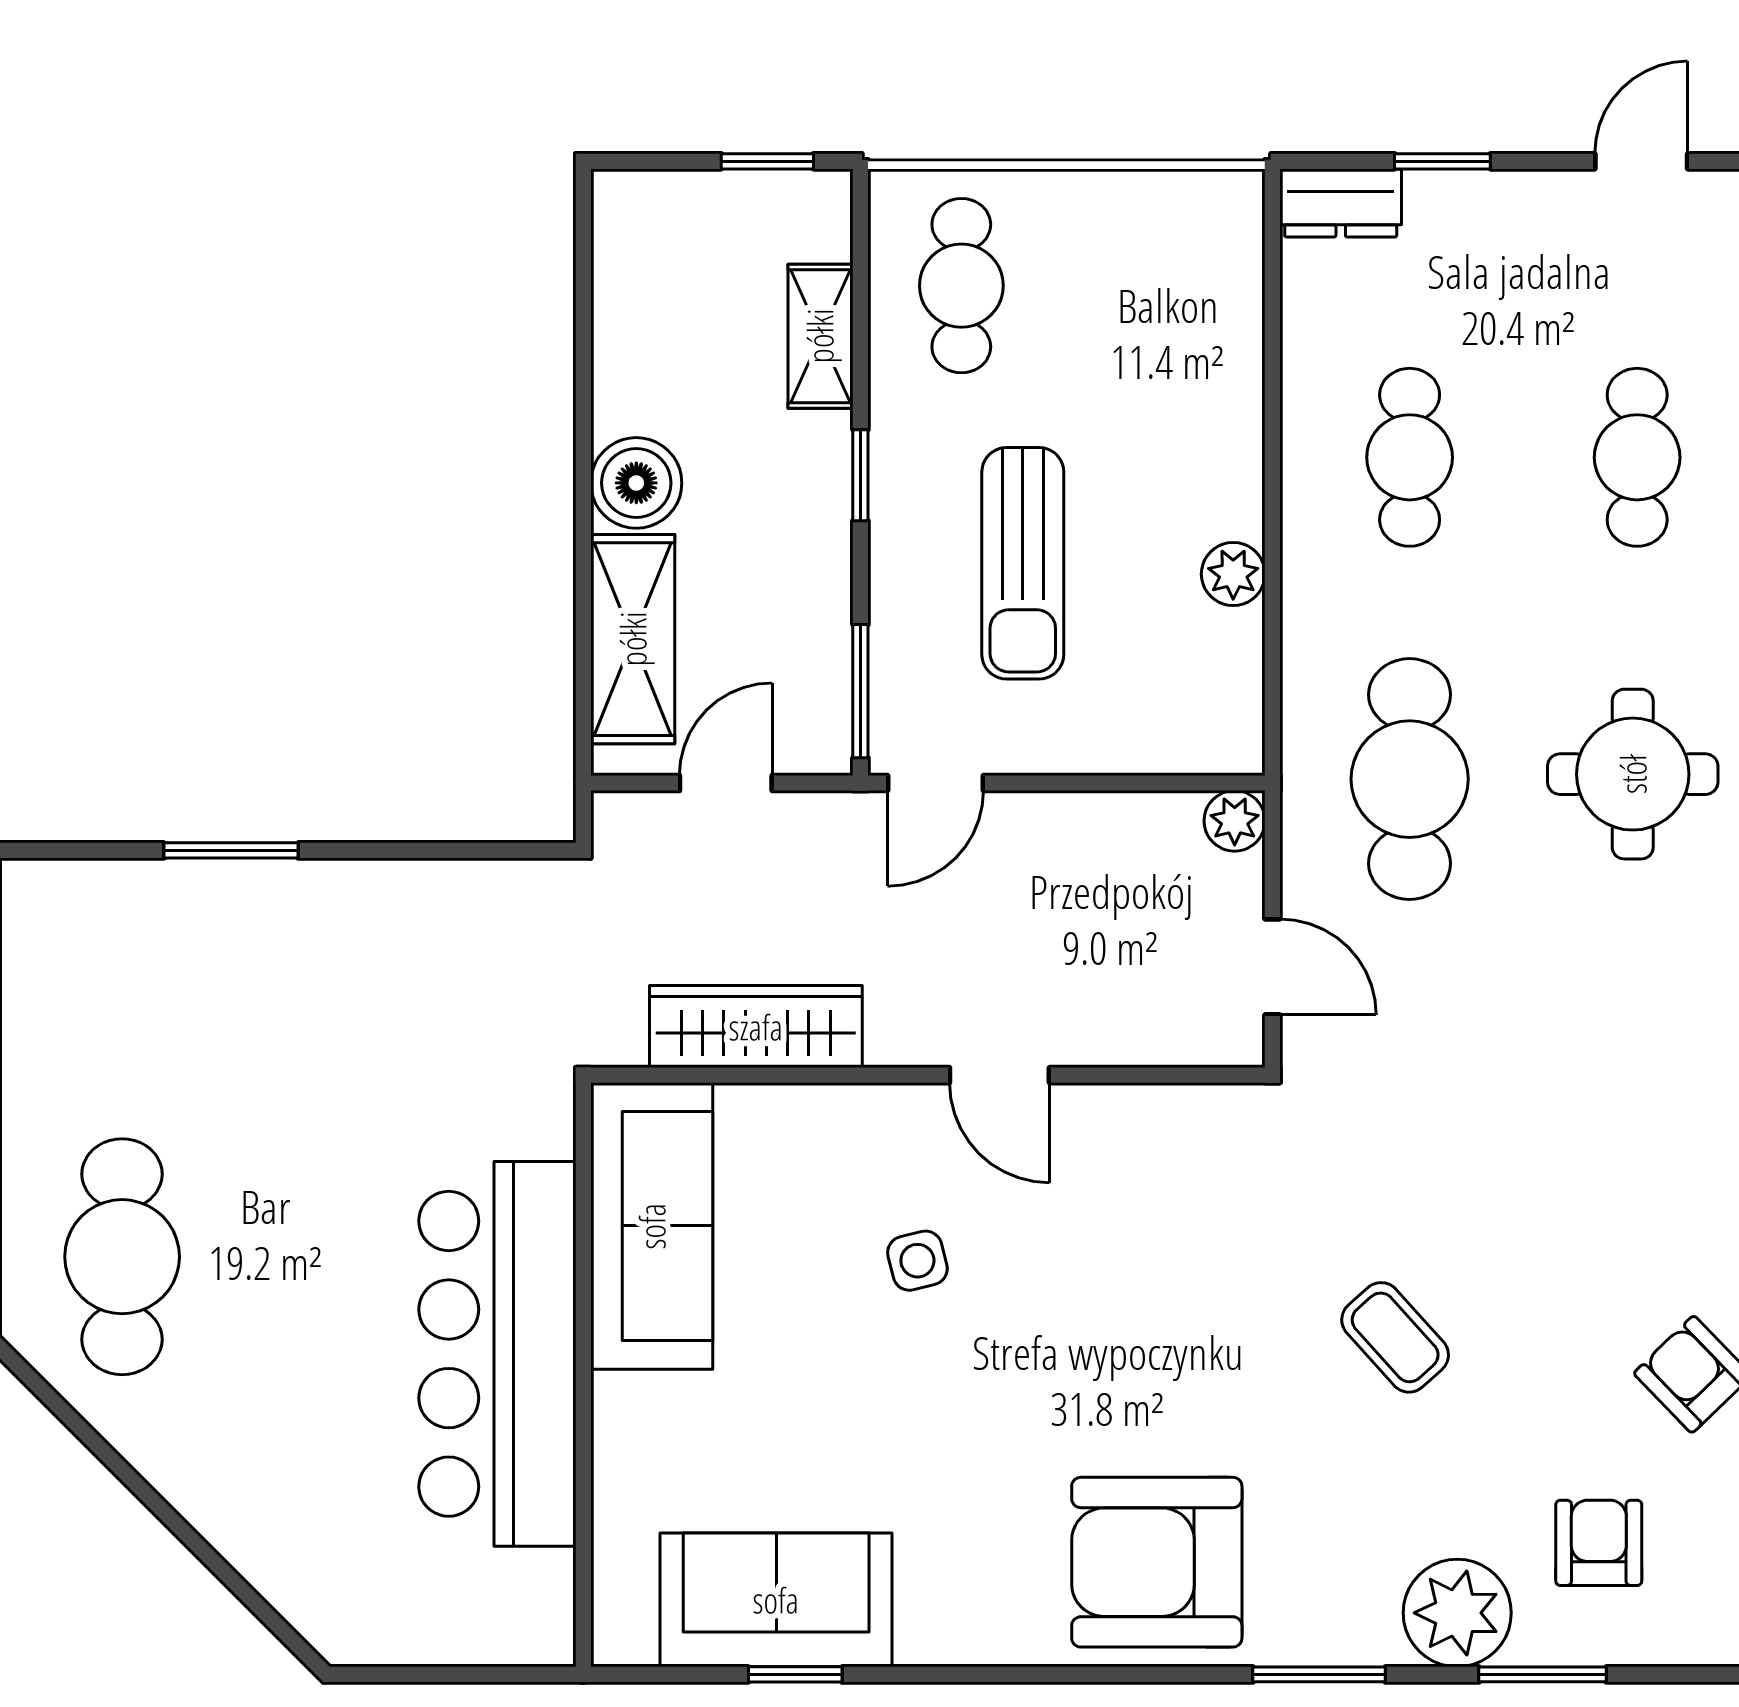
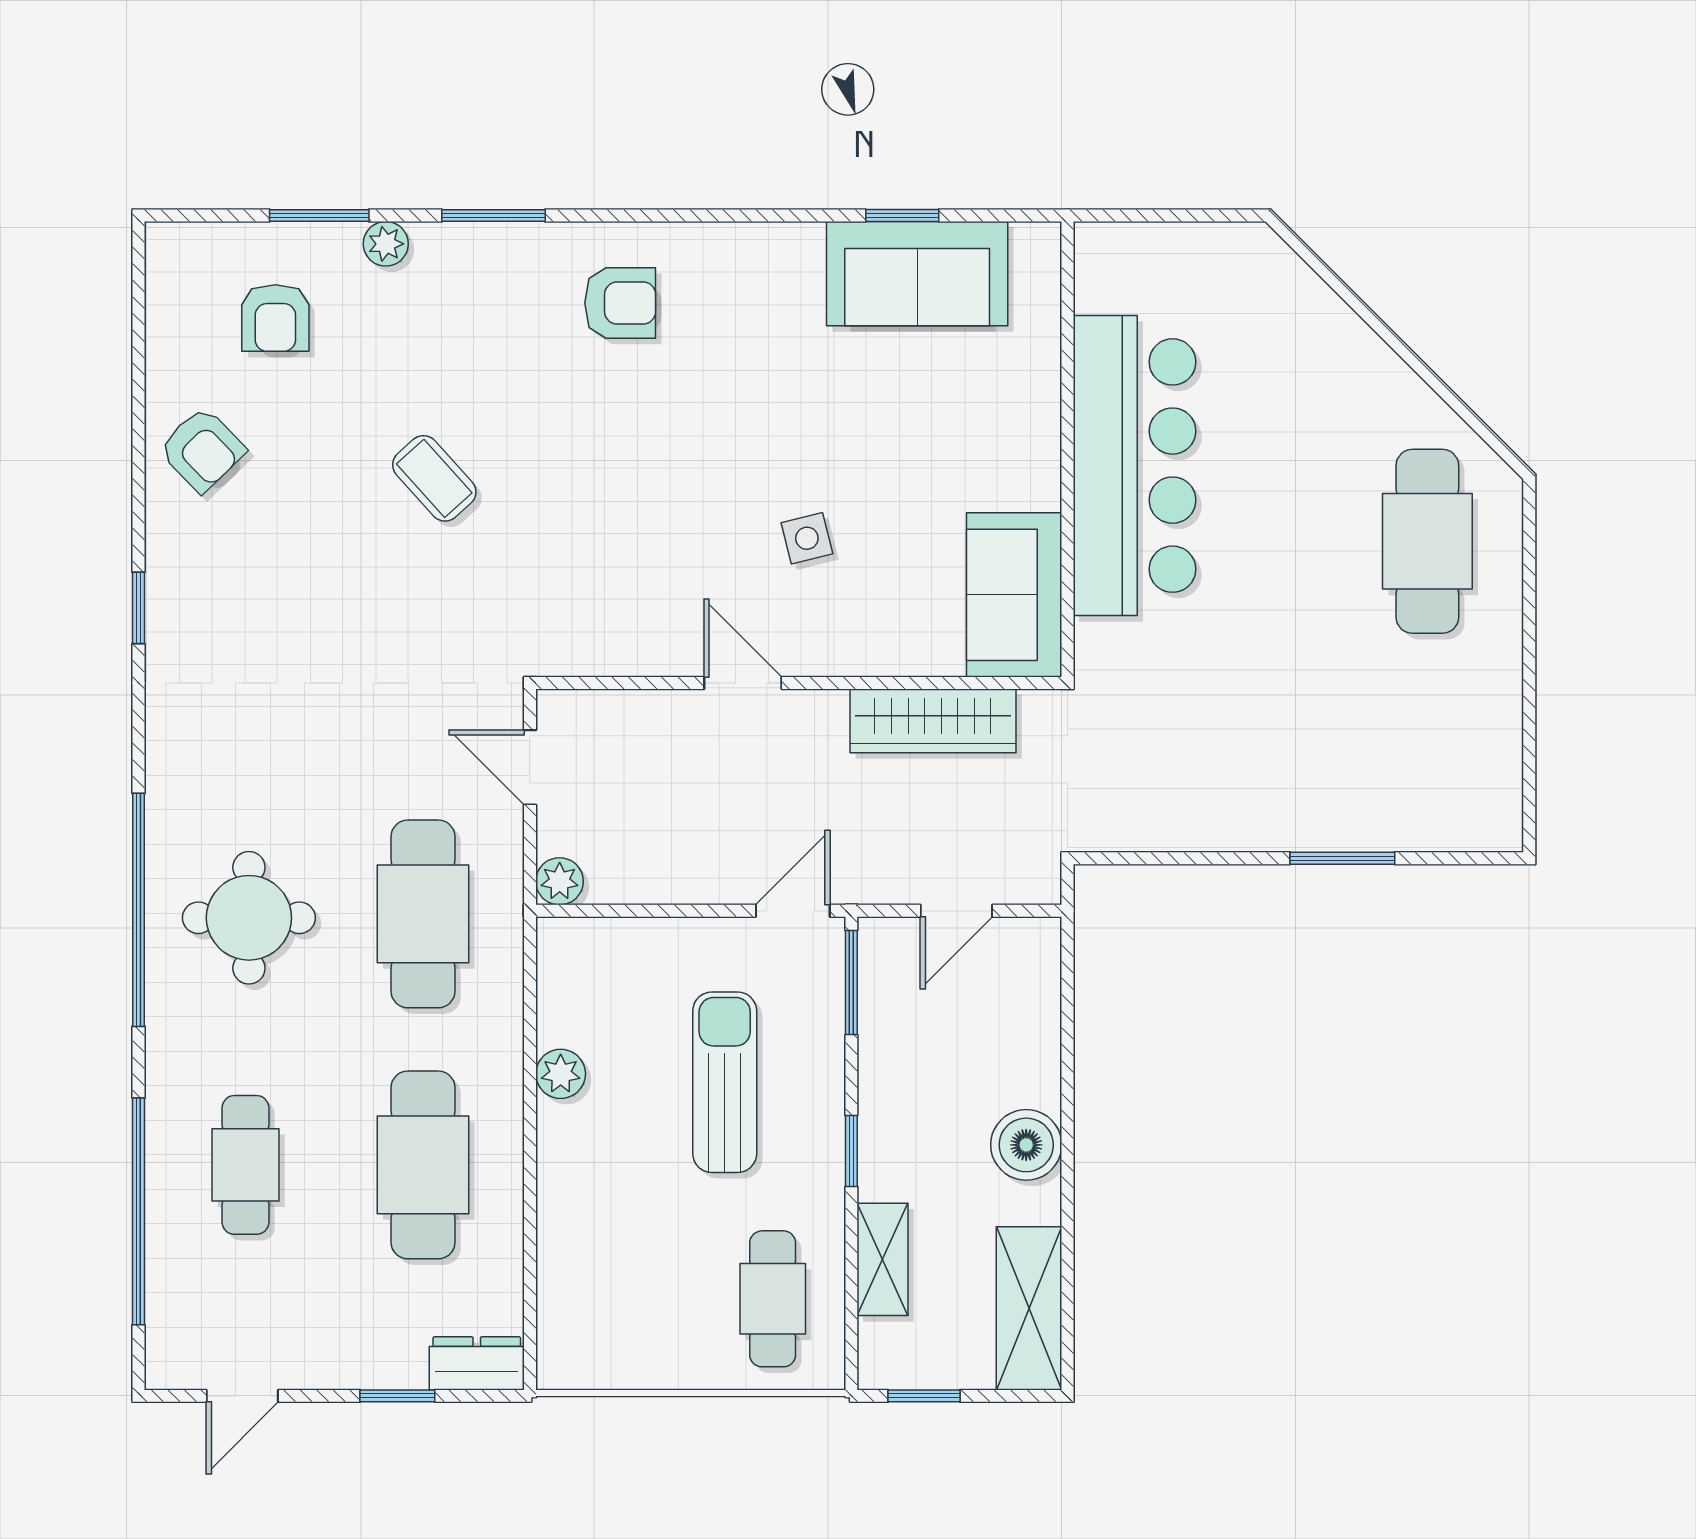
cafe table: (1410, 457) -> (423, 1165), width x1.37, depth x1.35
shelving: (633, 639) -> (1029, 1308), moved
sofa: (652, 1226) -> (1014, 595), width x0.73
armchair: (1157, 1562) -> (620, 303), width x0.53, depth x0.53
plant: (1457, 1613) -> (386, 244), width x0.53, depth x0.53

